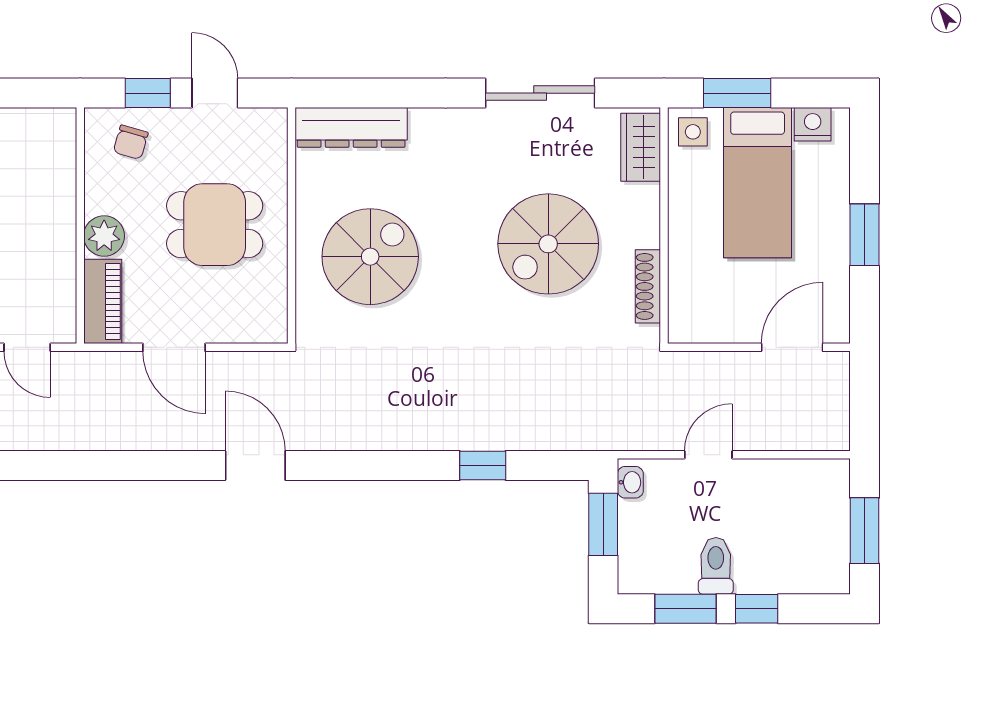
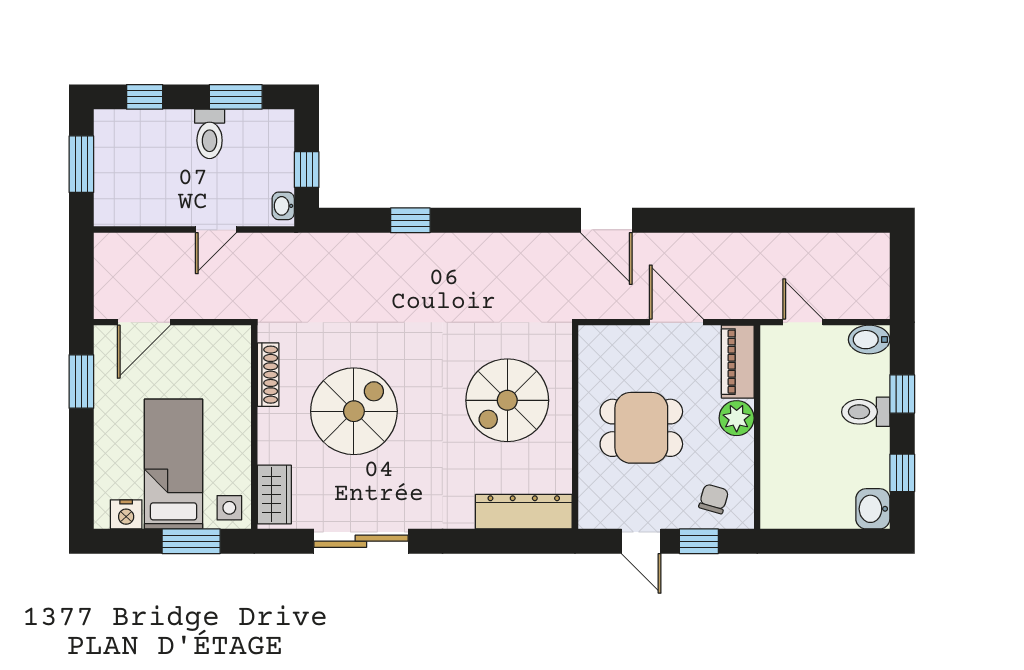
window: (865, 235) -> (81, 382), moved
window: (603, 524) -> (307, 170), width x0.67
window: (757, 609) -> (145, 97), moved

